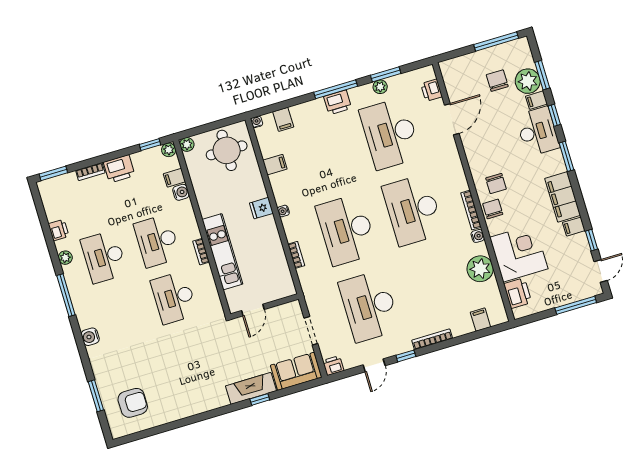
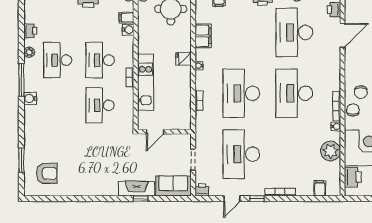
filing cabinet: (275, 165) -> (203, 36), width x2.00
water cooler: (90, 337) -> (30, 98), moved

